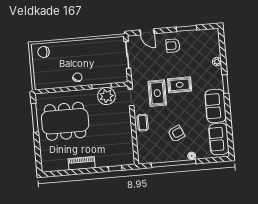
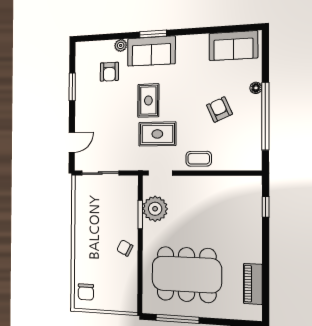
armchair: (173, 46) -> (109, 72), moved
sofa: (215, 106) -> (151, 51), moved
dining table: (65, 121) -> (186, 274), turned 90
piano: (82, 163) -> (253, 284), moved

